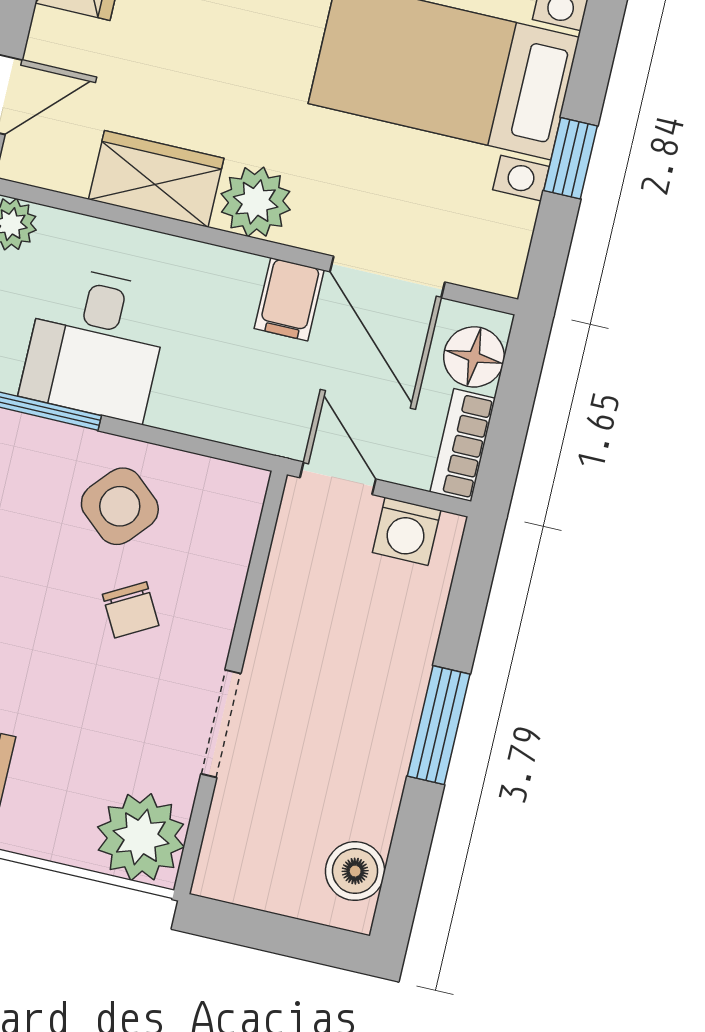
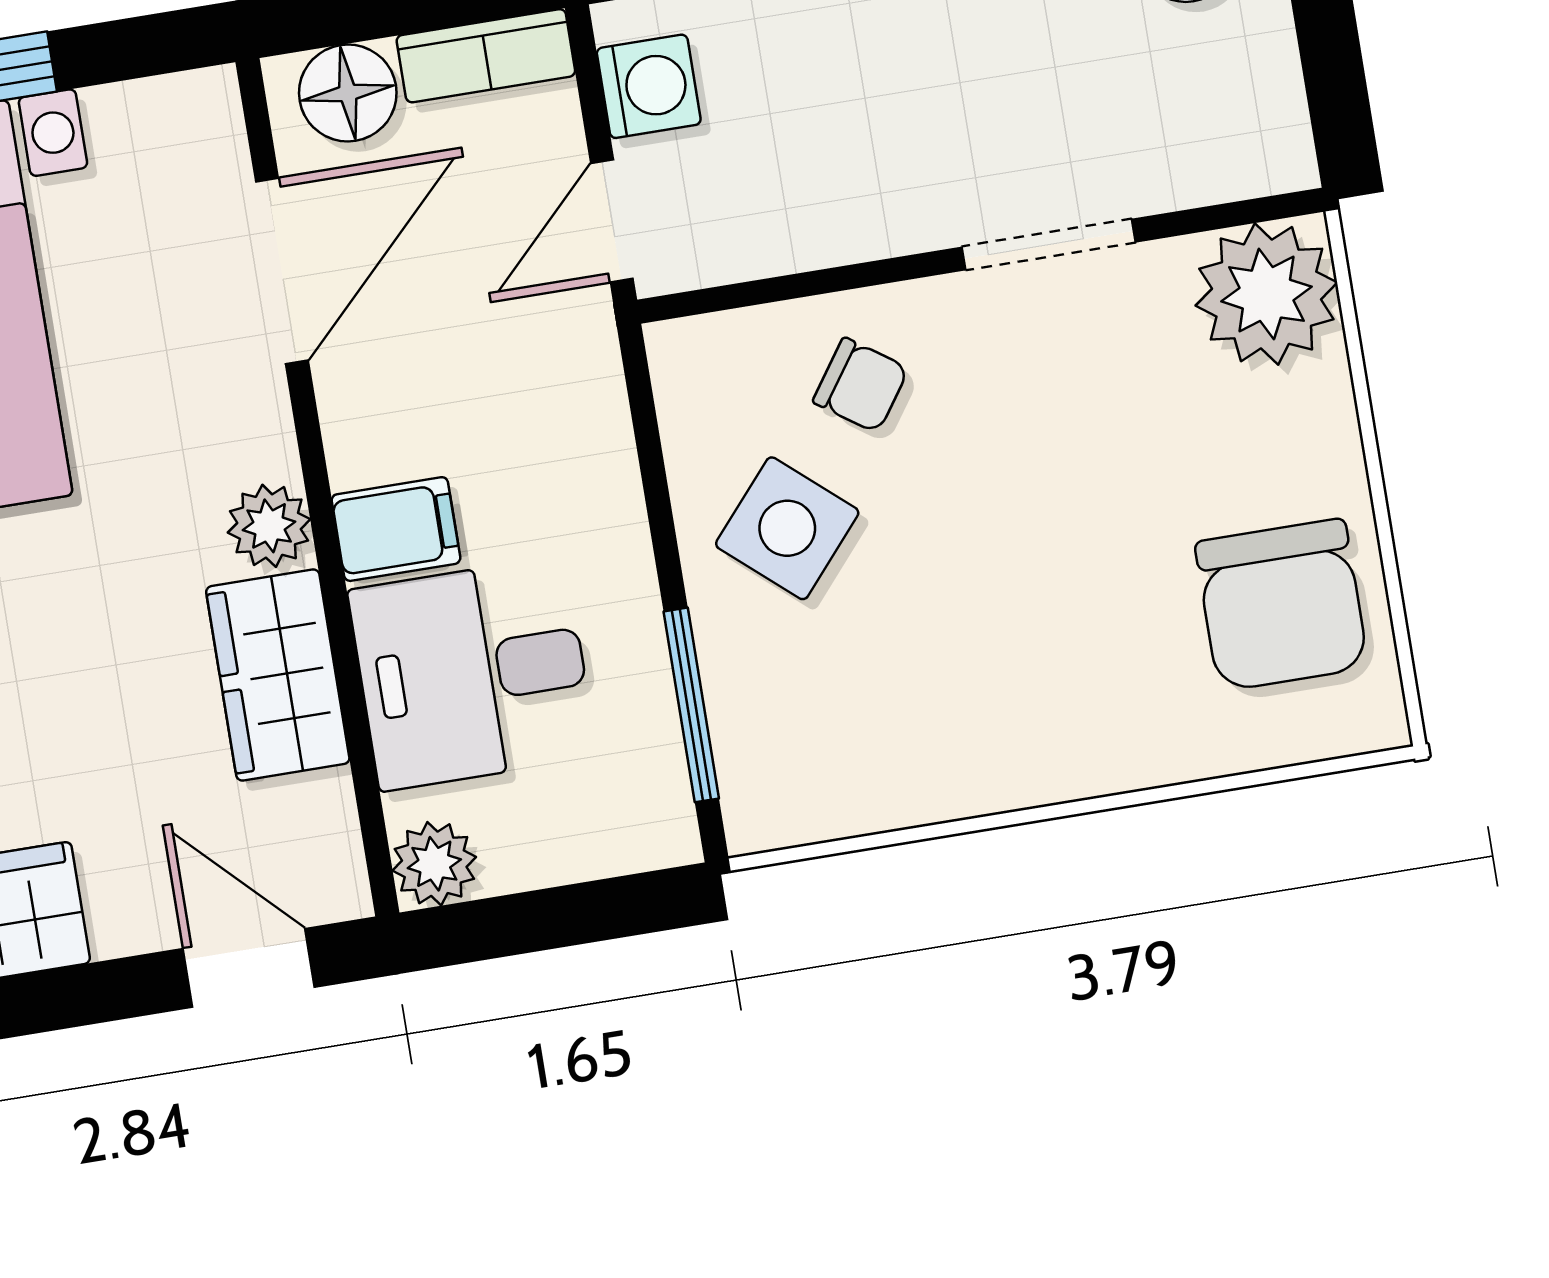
plant: (256, 202) -> (269, 526), width x0.73, depth x0.73
filing cabinet: (289, 299) -> (396, 529), moved
desk: (96, 344) -> (472, 673), moved, turned 180
chair: (131, 610) -> (861, 385), moved, turned 64

